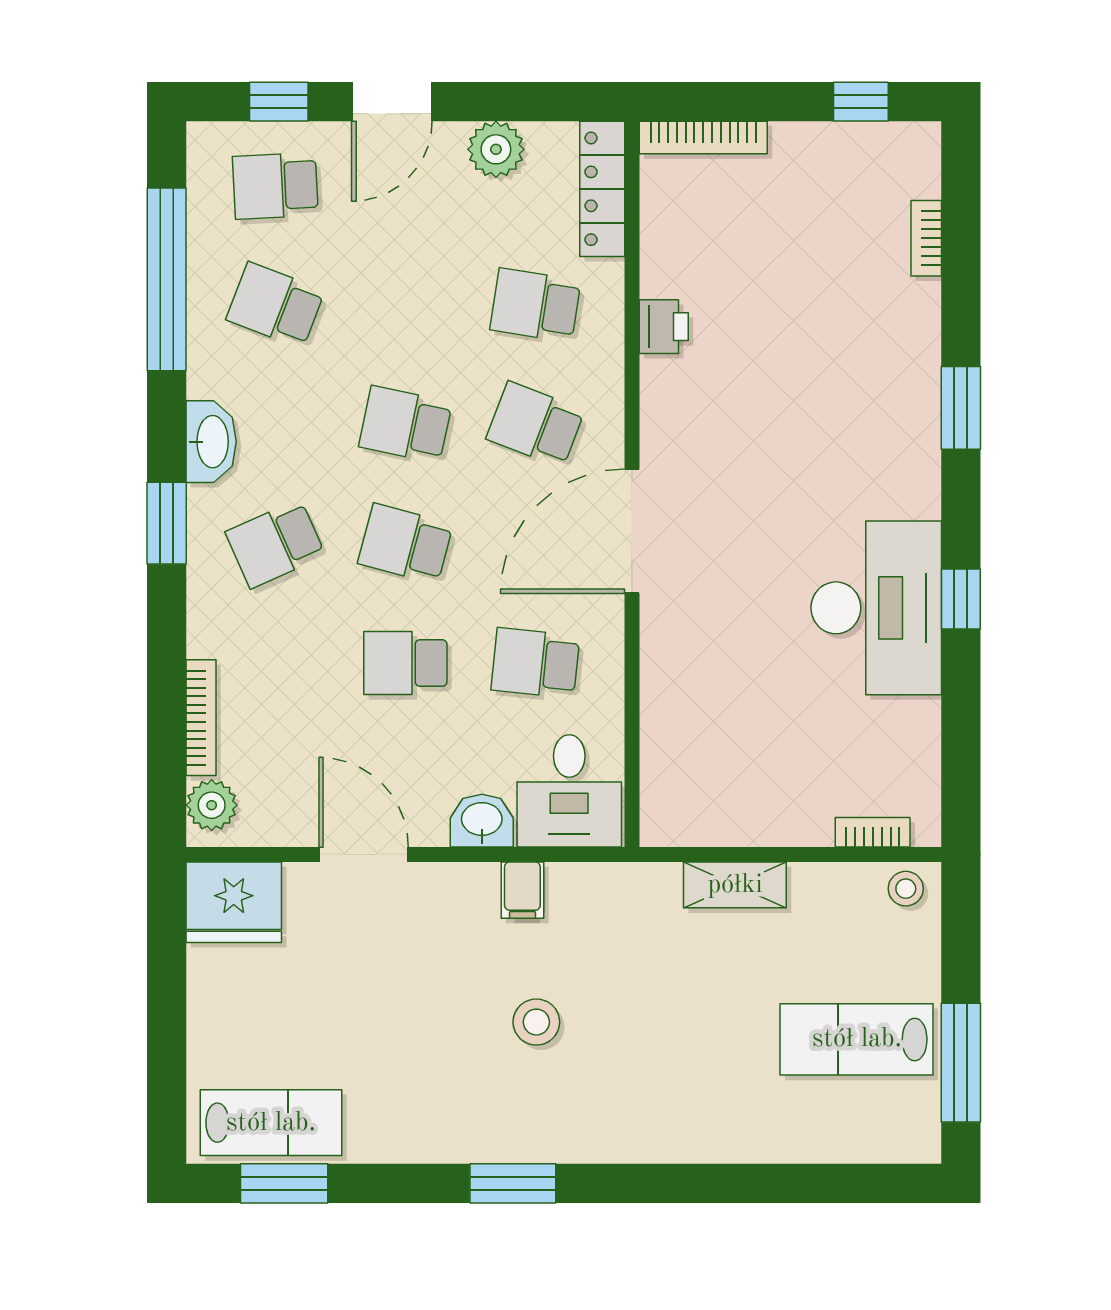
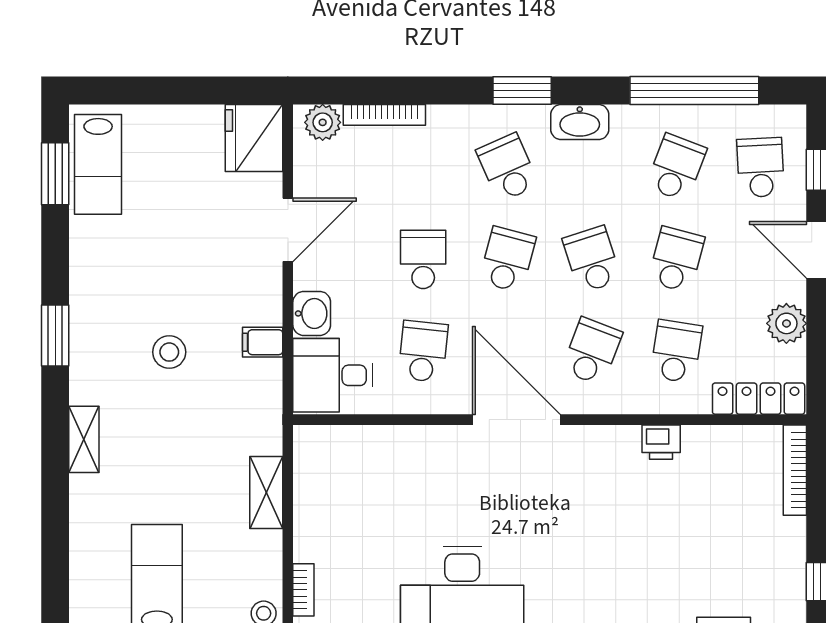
school desk: (405, 305) -> (676, 259), added
school desk: (405, 424) -> (592, 259), turned -30
shelving: (660, 1143) -> (84, 439), added

